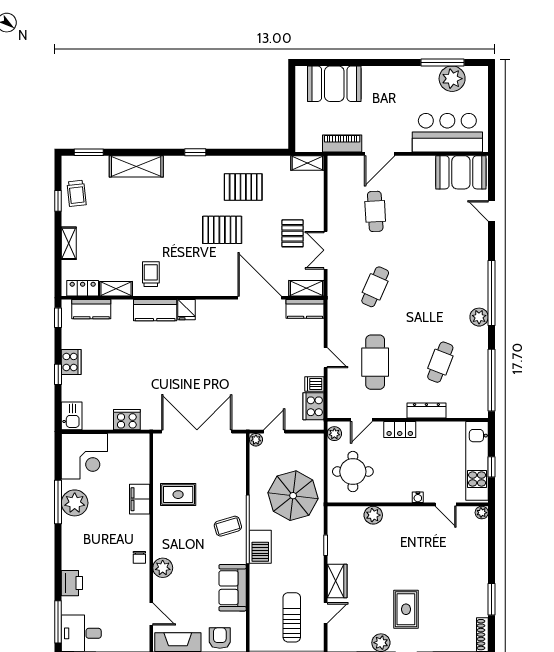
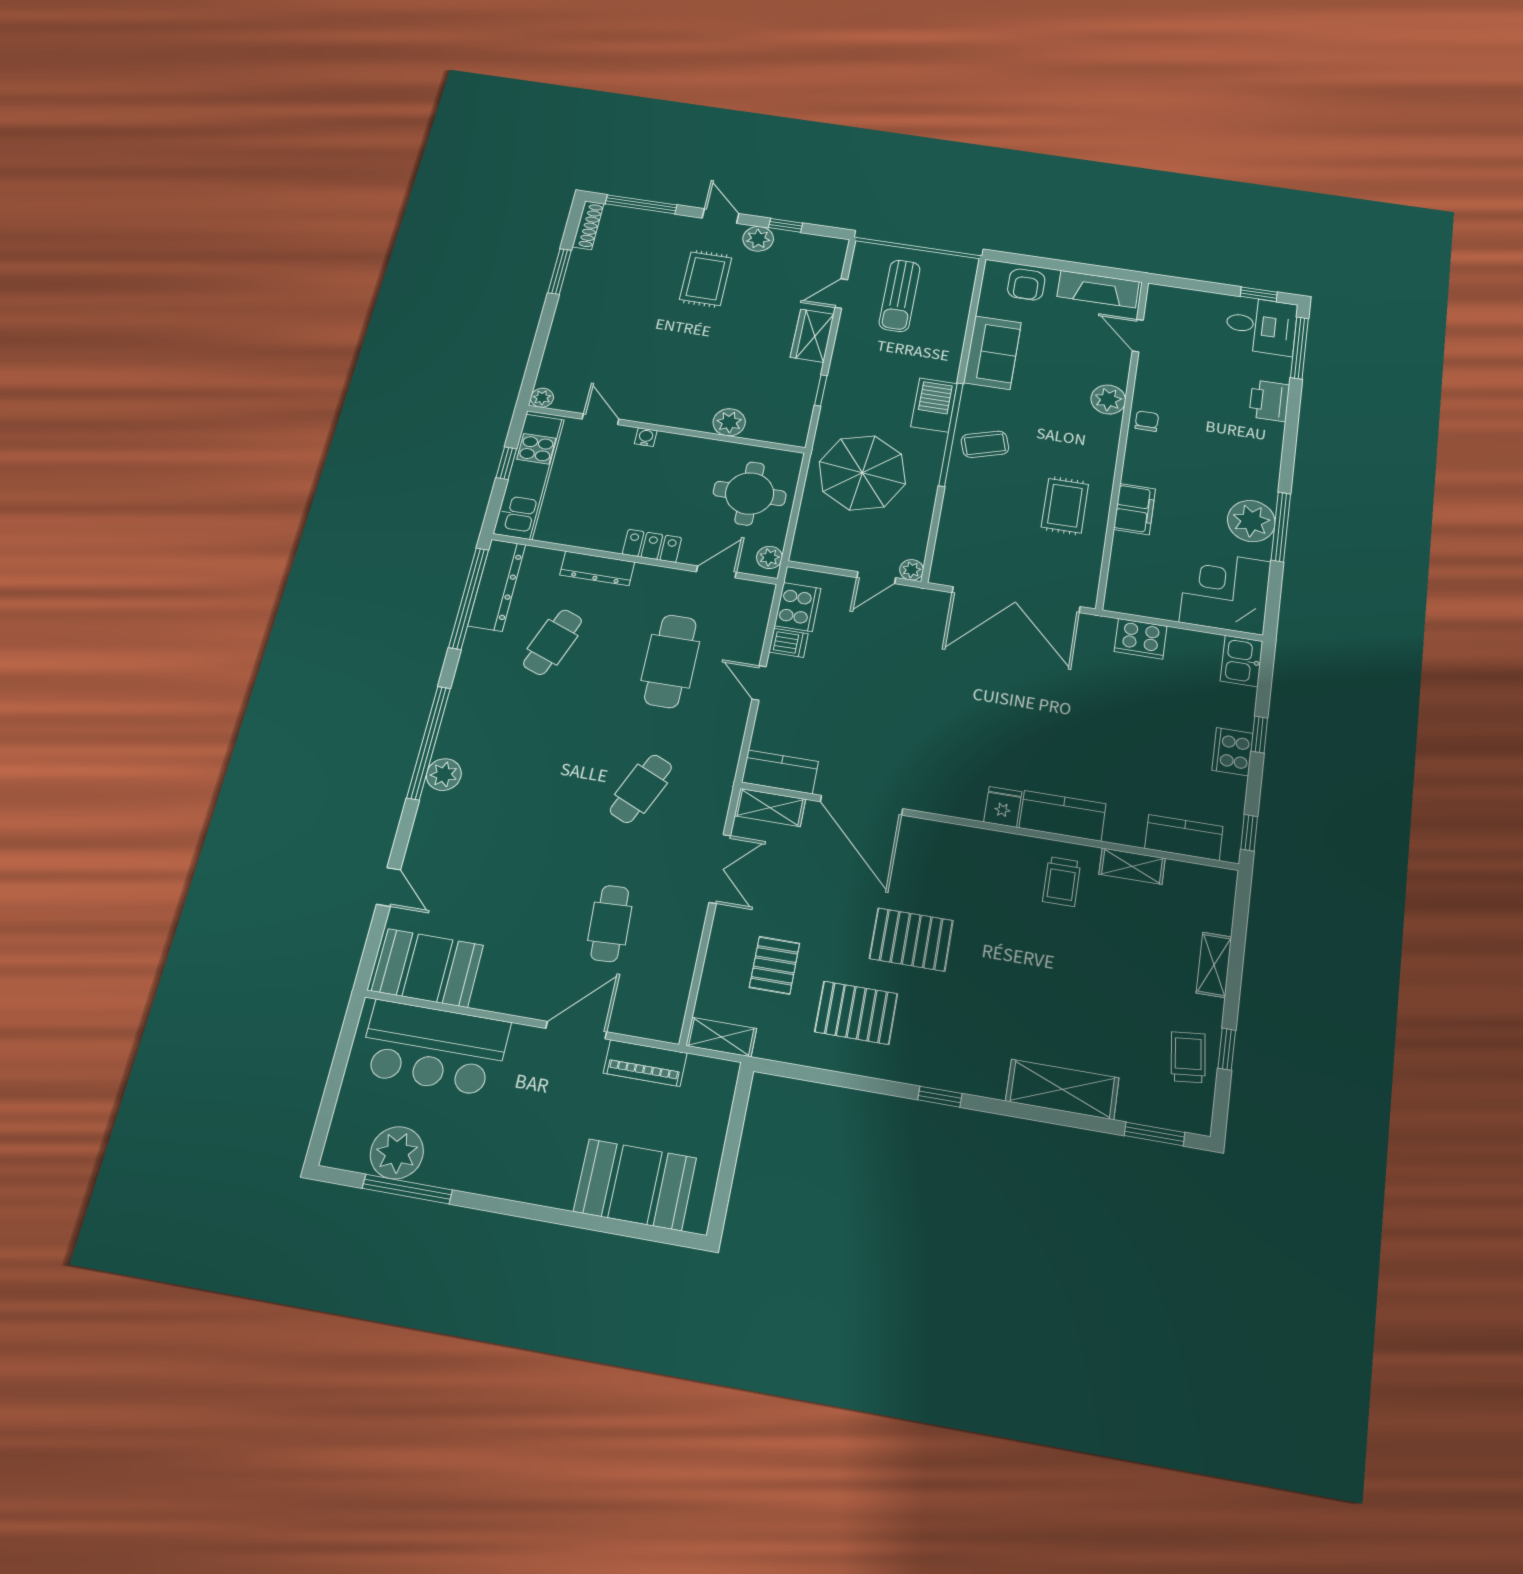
pallet: (293, 233) -> (774, 965), moved
locker: (83, 288) -> (1196, 878), removed
plant: (479, 317) -> (444, 775), moved
dresser: (478, 391) -> (497, 585), added
rug: (178, 495) -> (1065, 506), turned 90

